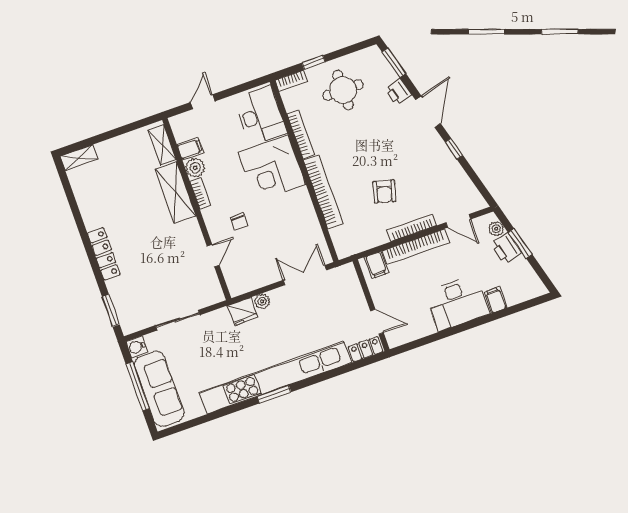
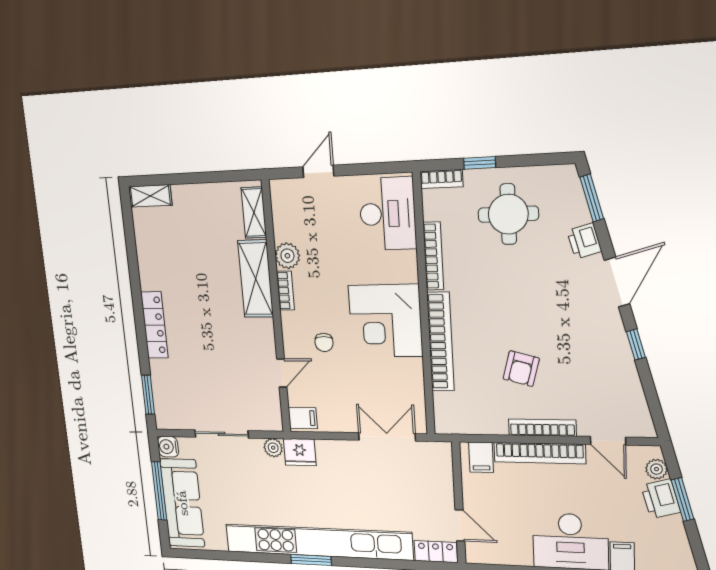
filing cabinet: (190, 149) -> (303, 418), moved
corner desk: (272, 168) -> (385, 321), moved
plant: (262, 301) -> (273, 448), moved

